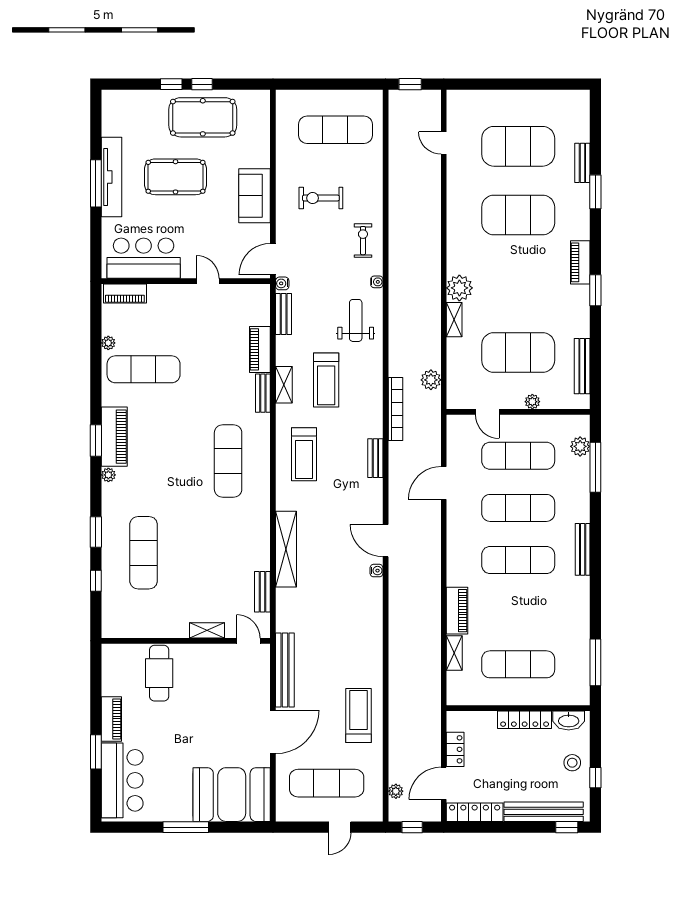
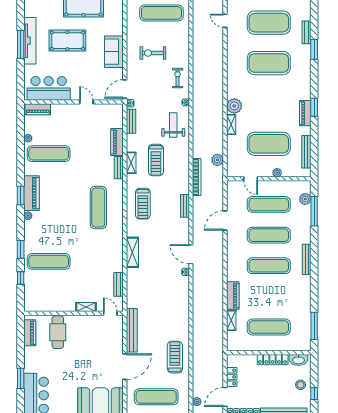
piano: (580, 262) -> (305, 113), moved
shelving: (286, 549) -> (132, 252), width x0.68
exercise mat: (144, 553) -> (49, 261), turned 90
piano: (111, 719) -> (30, 333), moved

